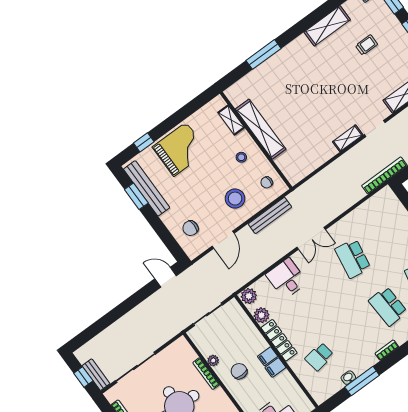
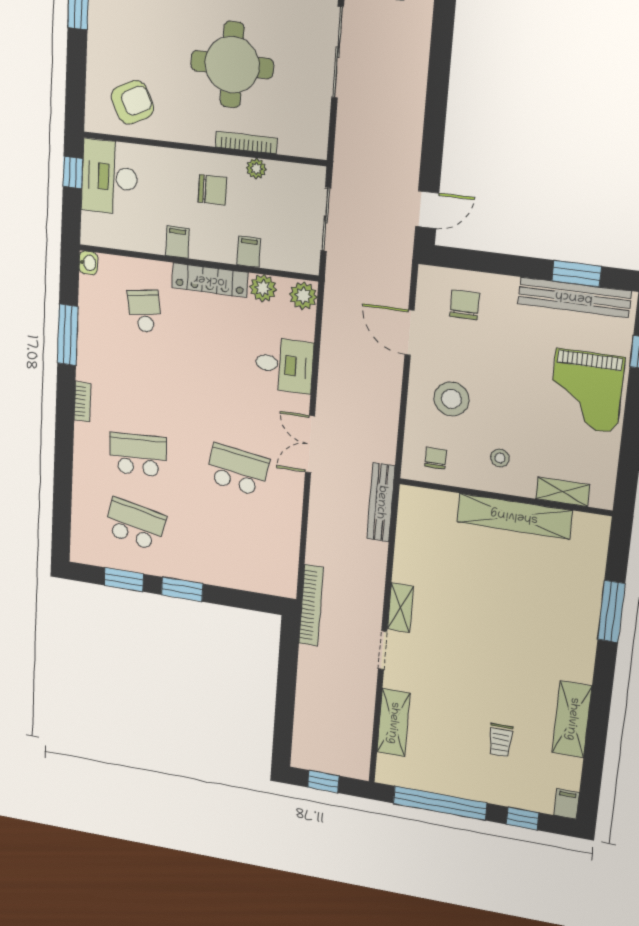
bench: (270, 215) -> (381, 502), moved
filing cabinet: (268, 356) -> (249, 252), moved
washbasin: (348, 378) -> (88, 263), moved

